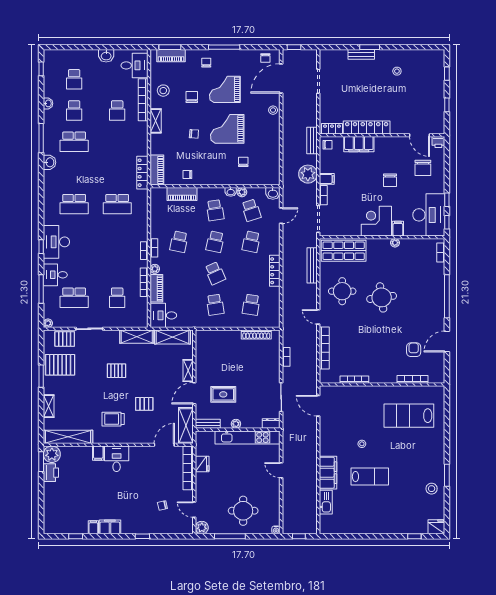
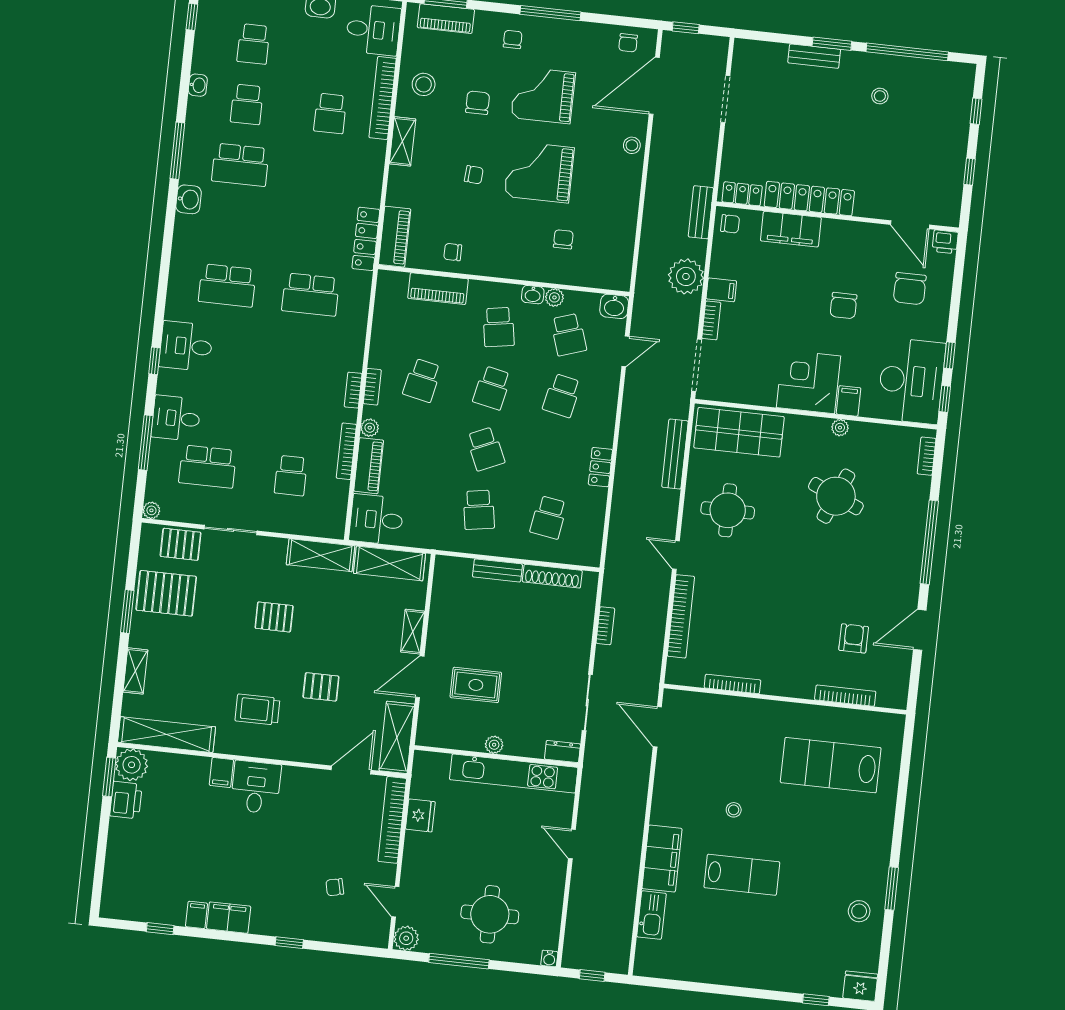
window: (408, 47) -> (907, 52), added
desk: (56, 242) -> (186, 346), width x0.73
locker: (275, 271) -> (600, 467), width x0.66
round table: (382, 297) -> (836, 496), moved, turned 31
bench: (208, 424) -> (497, 570), moved

